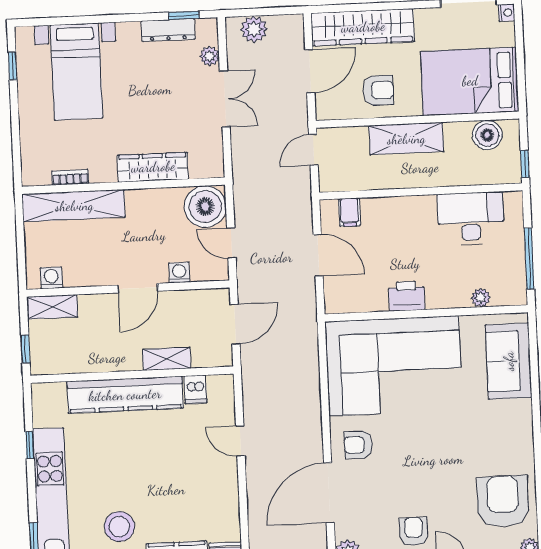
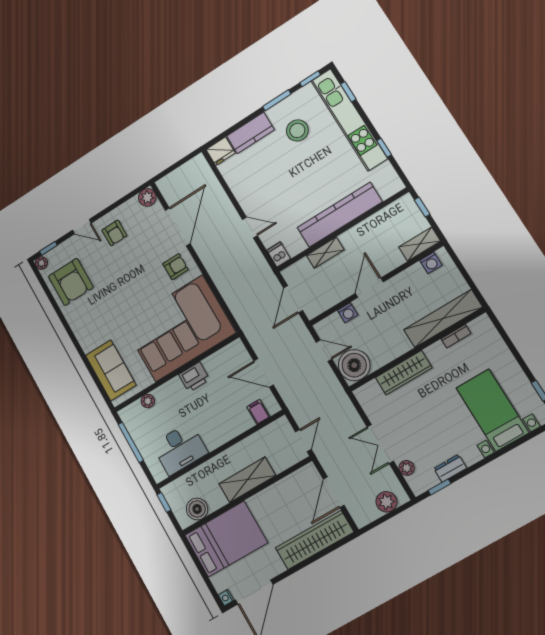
dresser: (168, 30) -> (450, 468), width x0.70
armchair: (378, 90) -> (282, 502), removed
dishwasher: (195, 389) -> (279, 254), moved

